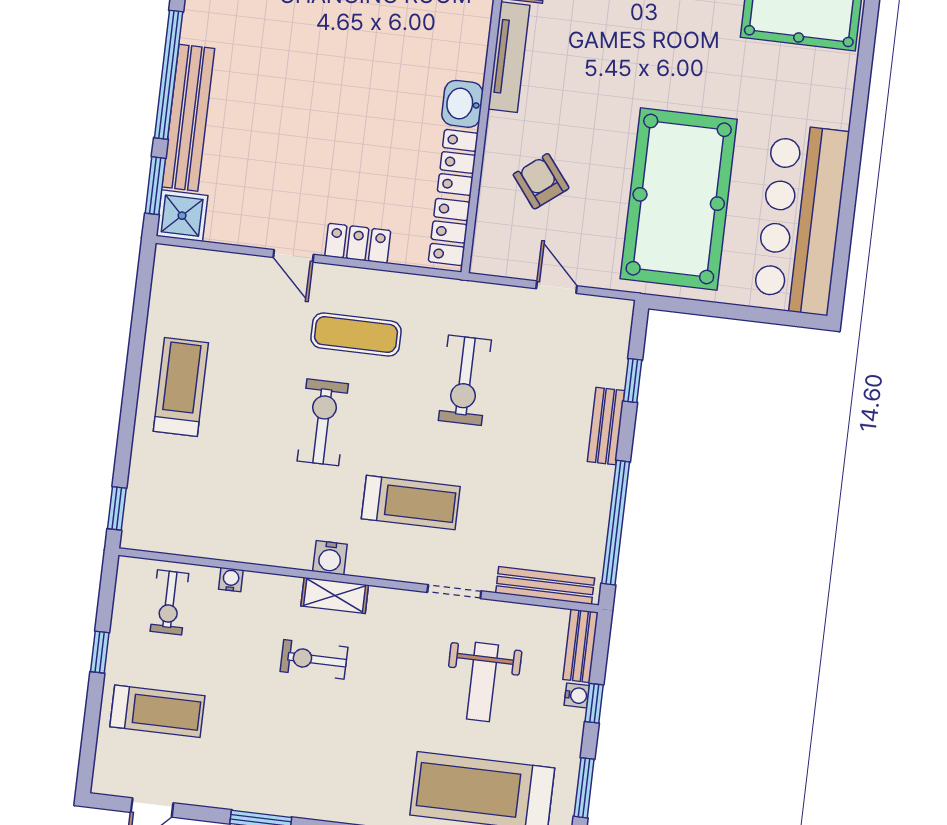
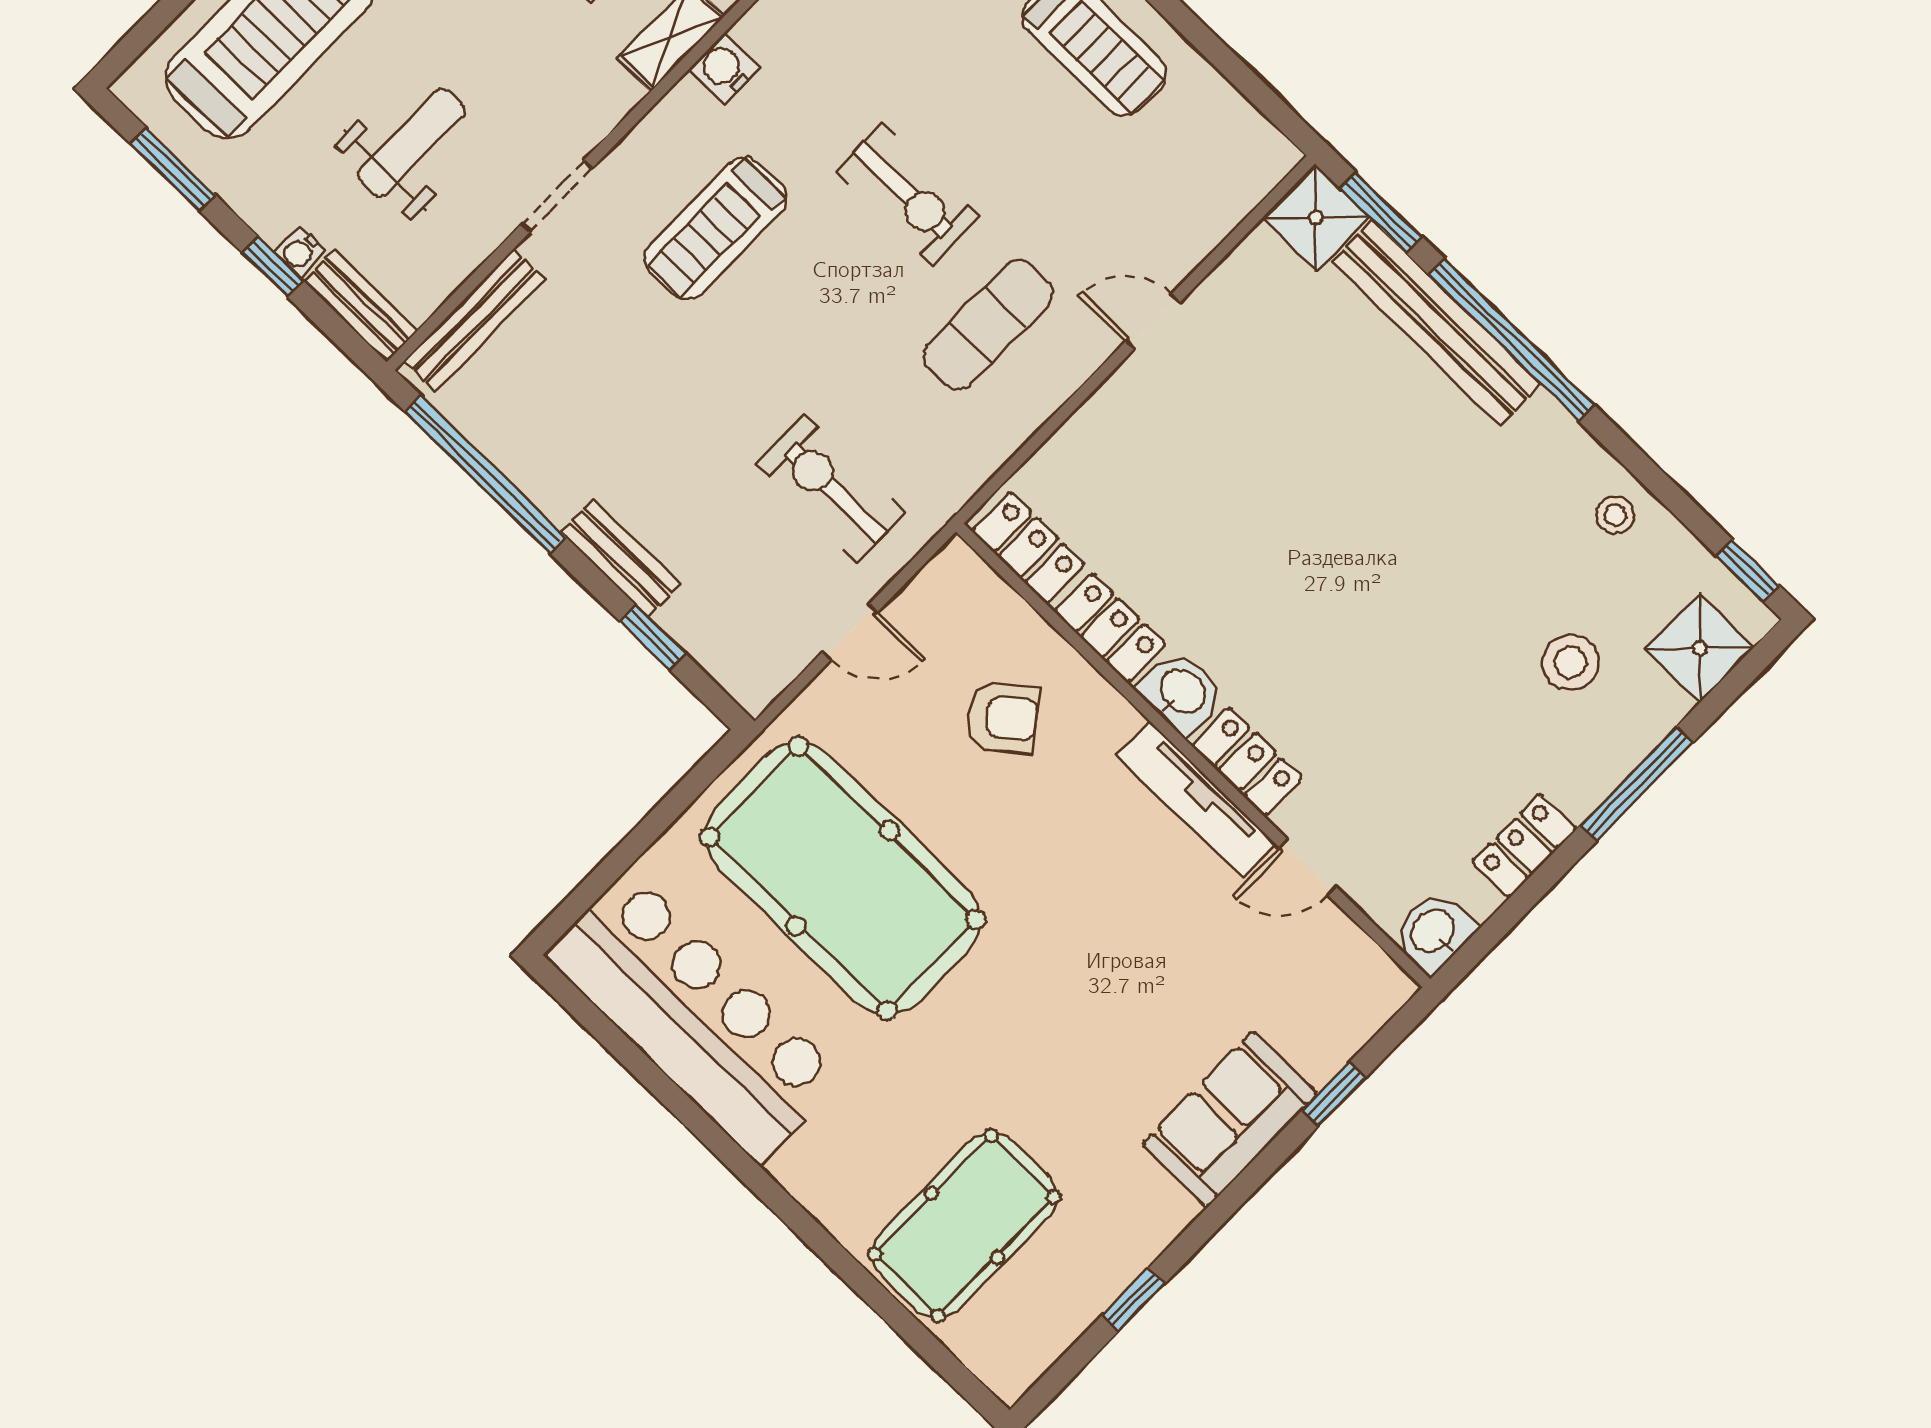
locker: (358, 243) -> (1247, 762), moved, turned -90
exercise bike: (465, 380) -> (831, 489), moved
weight bench: (482, 682) -> (411, 143), turned 90

